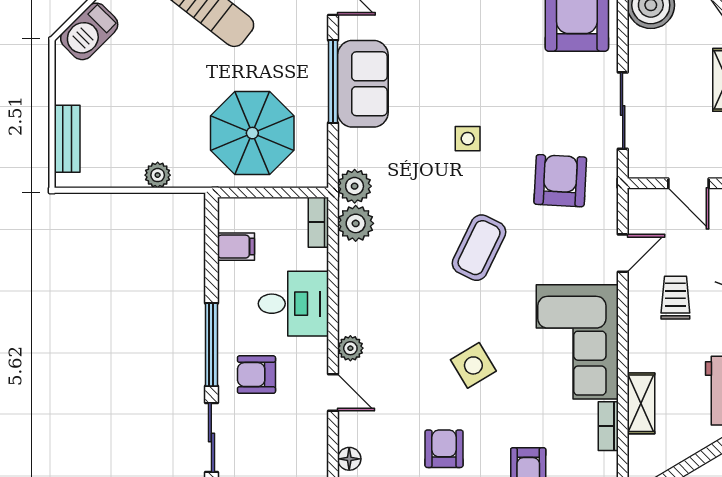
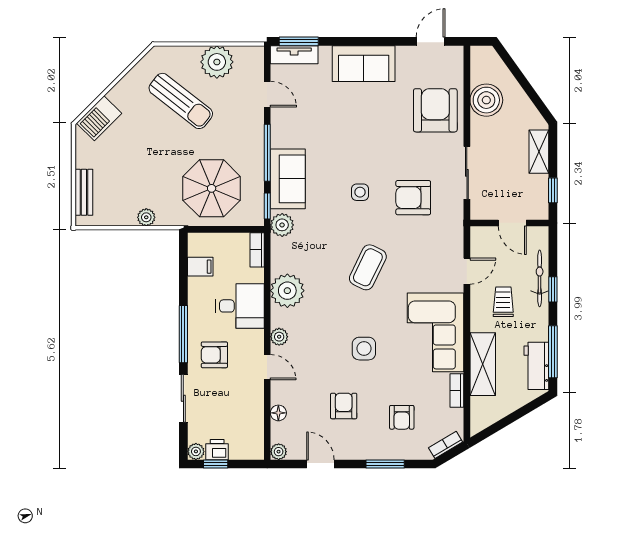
sofa: (363, 84) -> (288, 179), moved
window: (333, 159) -> (267, 206), added
armchair: (560, 181) -> (413, 198), moved, turned -93
plant: (356, 223) -> (287, 291), moved, width x1.36, depth x1.36
side table: (473, 365) -> (364, 349), turned 31
shelving: (641, 403) -> (483, 364), width x1.50, depth x1.33

